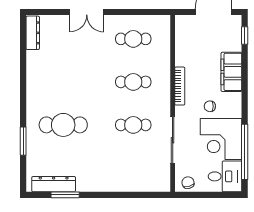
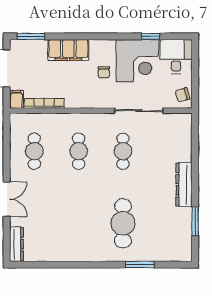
filing cabinet: (184, 22) -> (16, 99), added
dresser: (33, 33) -> (16, 244), moved, turned 90
window: (245, 35) -> (31, 36), width x1.50
bookcase: (180, 86) -> (44, 103), moved
window: (245, 152) -> (151, 36), width x0.32
dresser: (54, 184) -> (184, 185), moved

